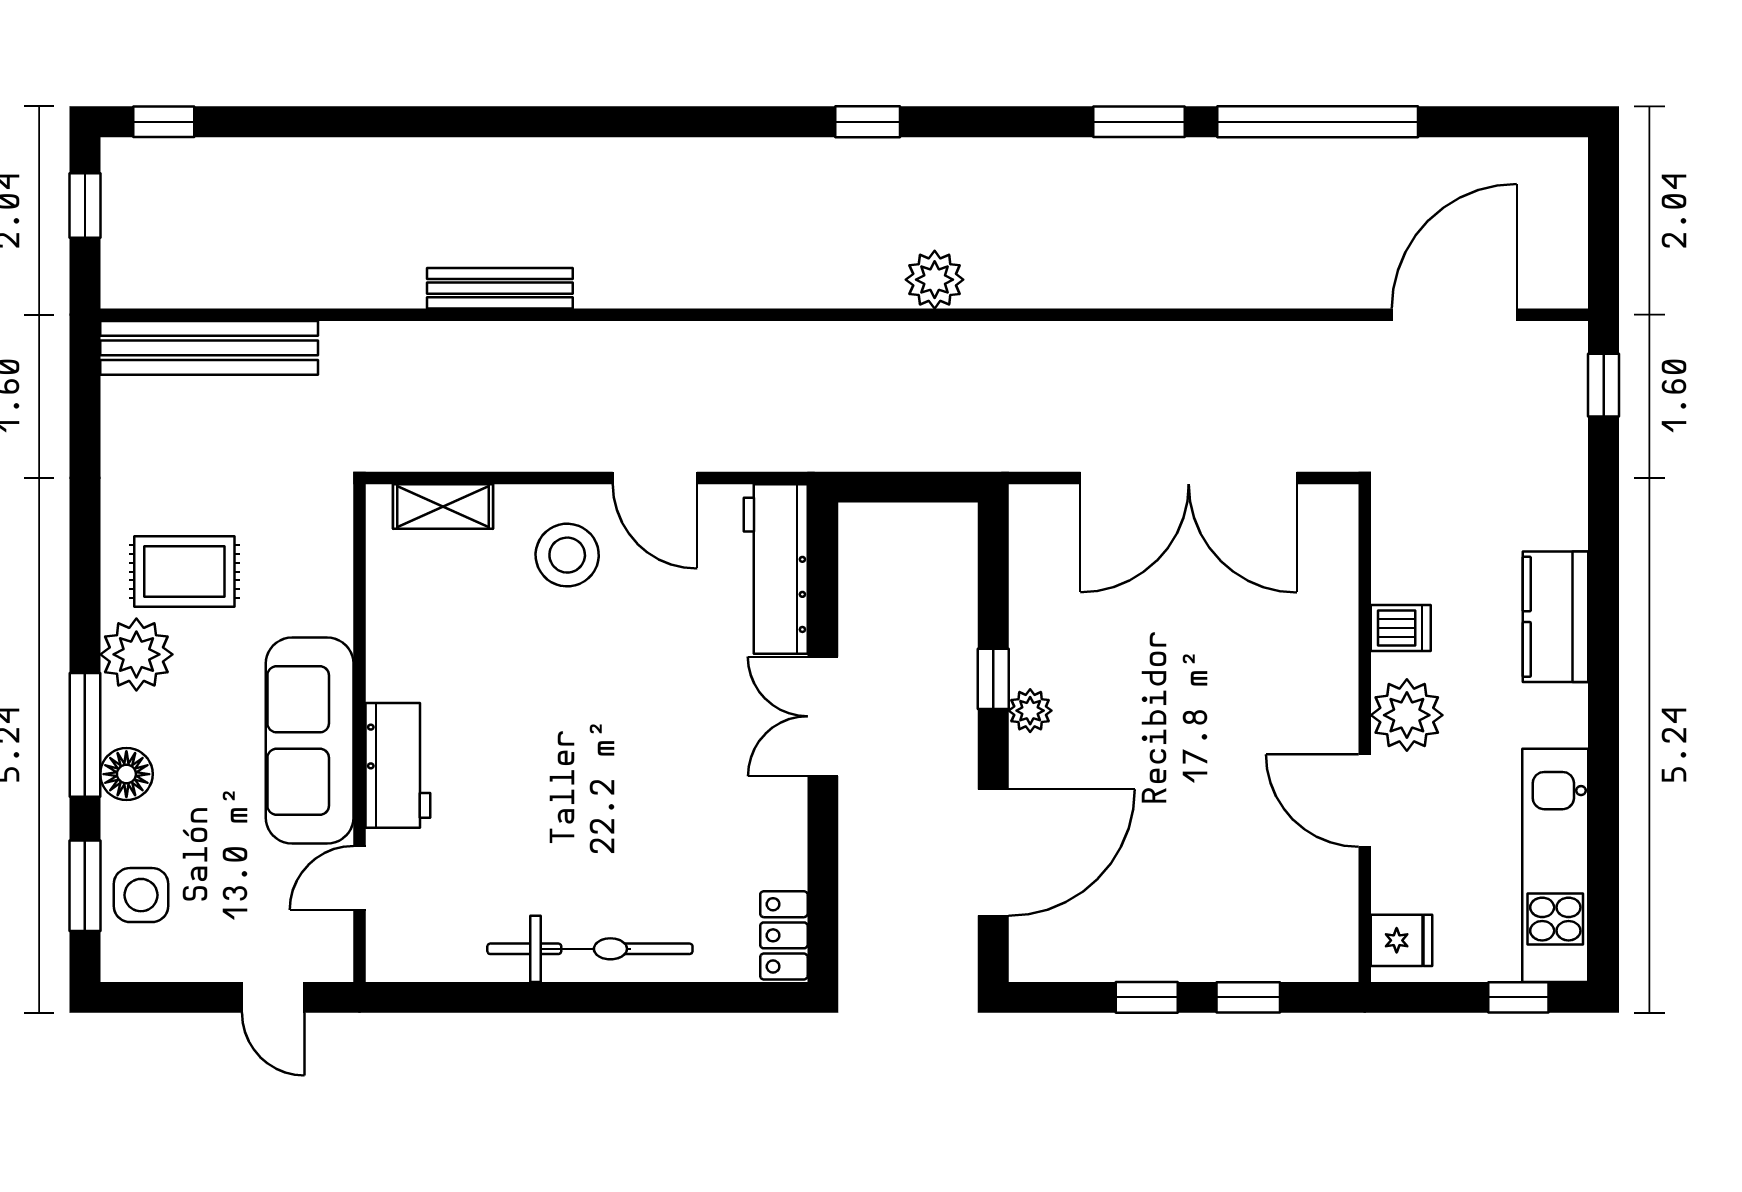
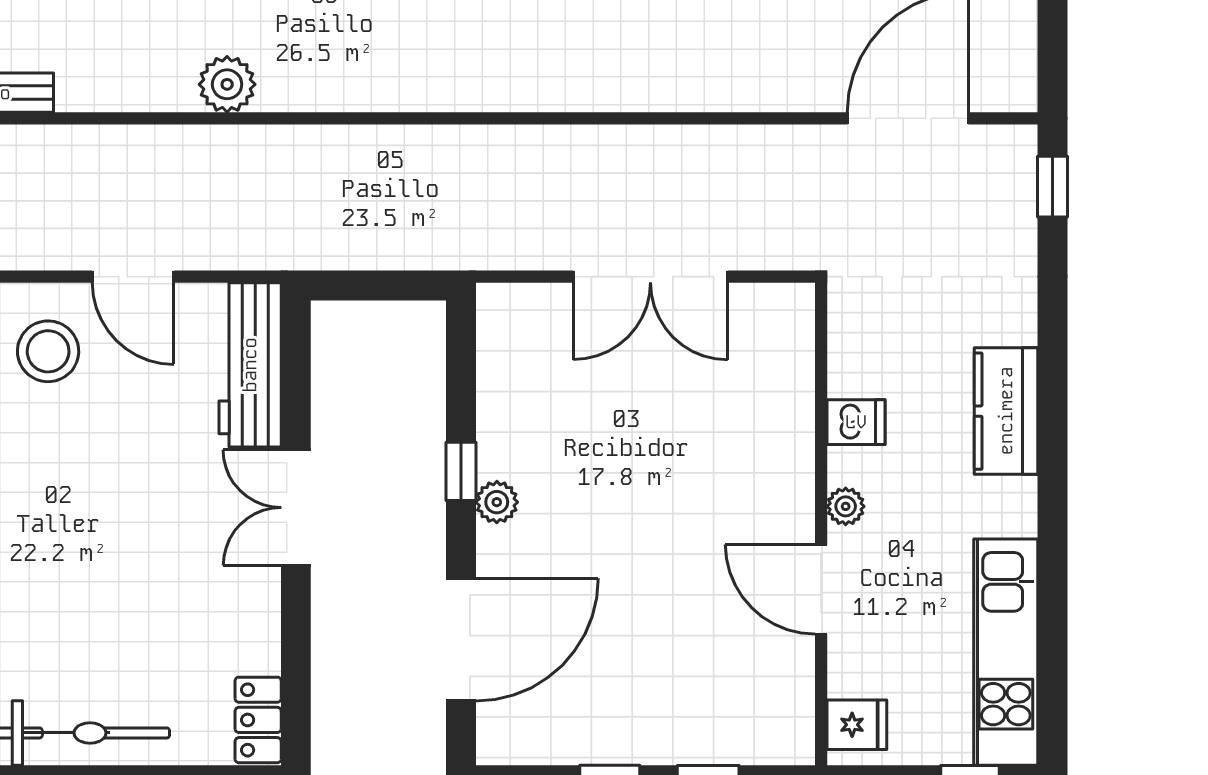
plant: (935, 280) -> (227, 84), moved
double door: (1189, 478) -> (650, 277), width x0.73
plant: (1407, 715) -> (846, 506), width x0.53, depth x0.53

